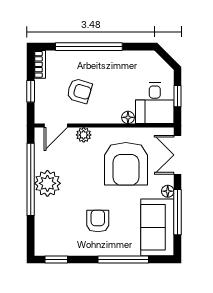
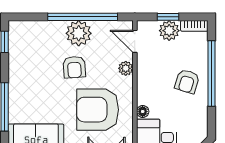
plant: (45, 90) -> (169, 31), added
armchair: (79, 91) -> (187, 81), moved
armchair: (98, 221) -> (74, 67), moved, turned 86

